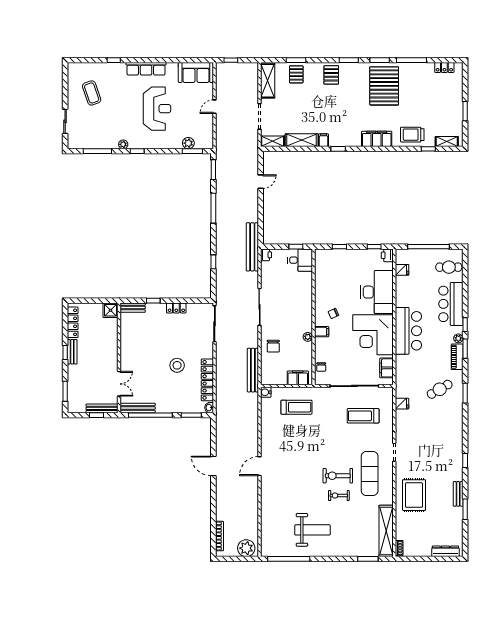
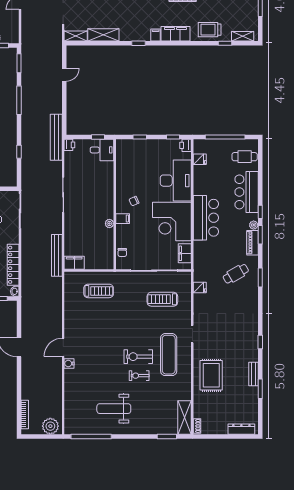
filing cabinet: (324, 140) -> (156, 35), moved
chair: (273, 346) -> (76, 232), removed
filing cabinet: (298, 378) -> (74, 263), moved
water cooler: (266, 392) -> (69, 364), moved
weight bench: (312, 530) -> (114, 409), turned 180
shelving: (386, 531) -> (185, 417), width x0.68

